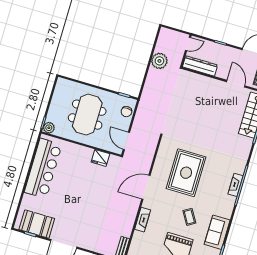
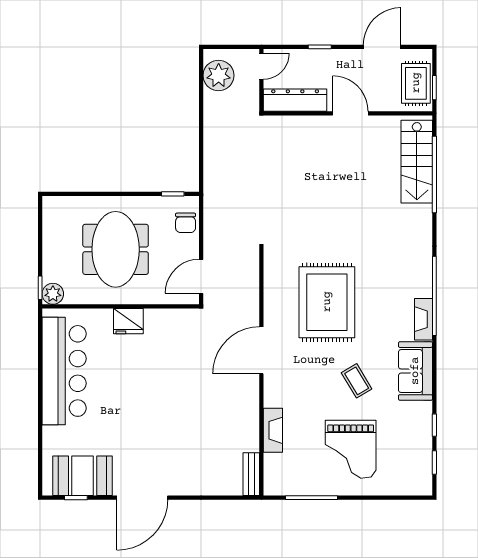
plant: (159, 61) -> (219, 75), moved
door: (236, 84) -> (350, 113), moved
door: (126, 141) -> (201, 276), hinge flipped
fridge: (100, 158) -> (128, 321), moved
fireplace: (236, 185) -> (424, 319), moved
fireplace: (143, 220) -> (273, 430), moved
sofa: (217, 232) -> (415, 371), moved

